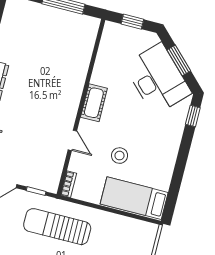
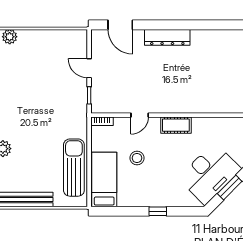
window: (193, 116) -> (158, 211), moved
sun lounger: (57, 227) -> (74, 168), moved

